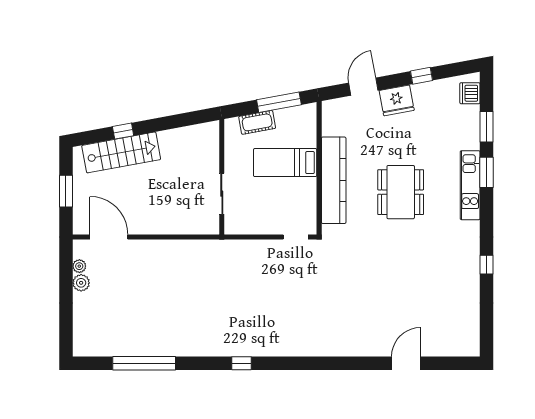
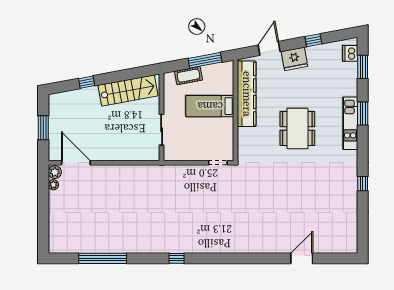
window: (486, 127) -> (363, 67), moved
stairs: (121, 152) -> (128, 91), moved
kitchen counter: (334, 180) -> (247, 94), moved
plant: (81, 283) -> (55, 172), moved

